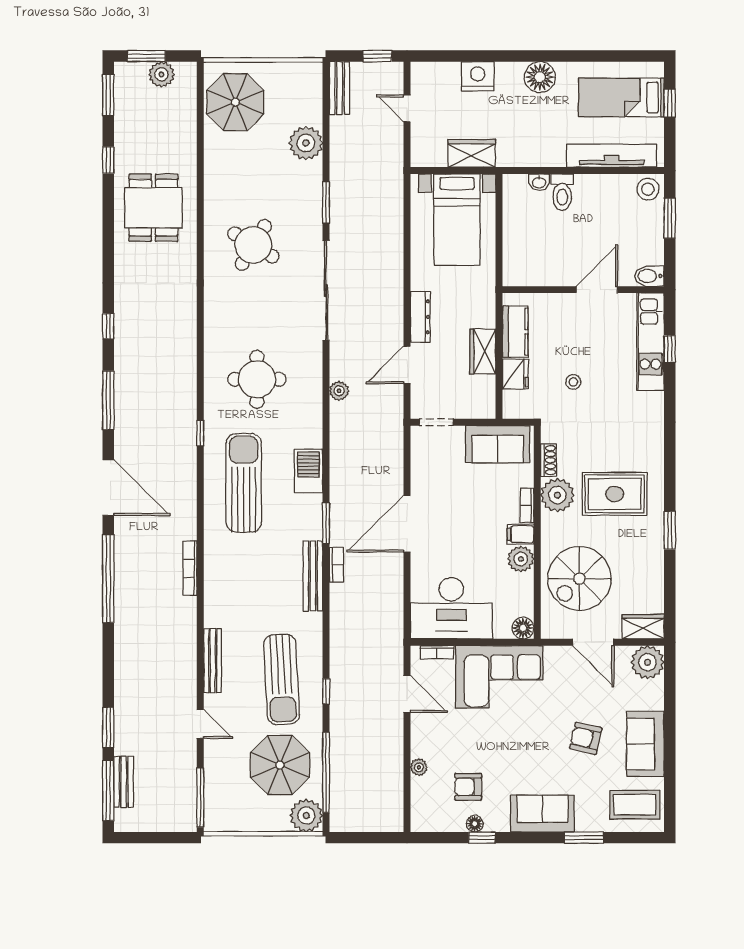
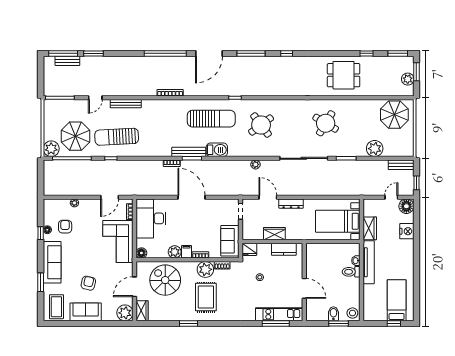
floor lamp: (540, 77) -> (406, 206), moved
tv unit: (612, 156) -> (369, 262), moved
bidet: (649, 276) -> (333, 314), moved
window: (670, 349) -> (276, 324), width x2.17
fridge: (515, 374) -> (249, 249), moved
round table: (257, 379) -> (261, 125), turned -37
bench: (313, 576) -> (189, 152), moved
sofa: (542, 814) -> (52, 262), width x1.36

